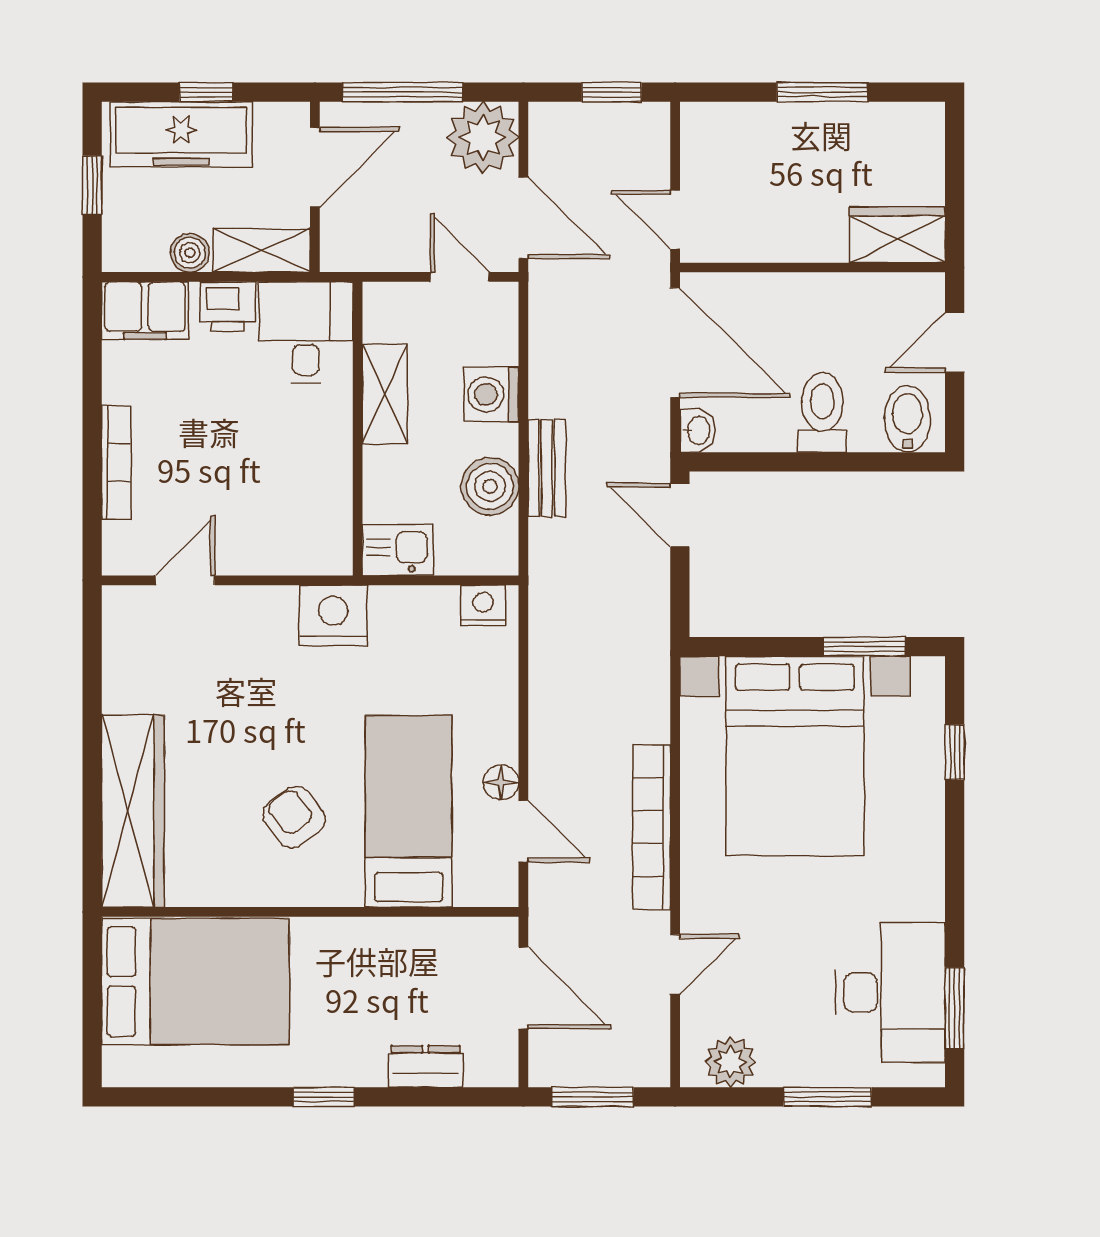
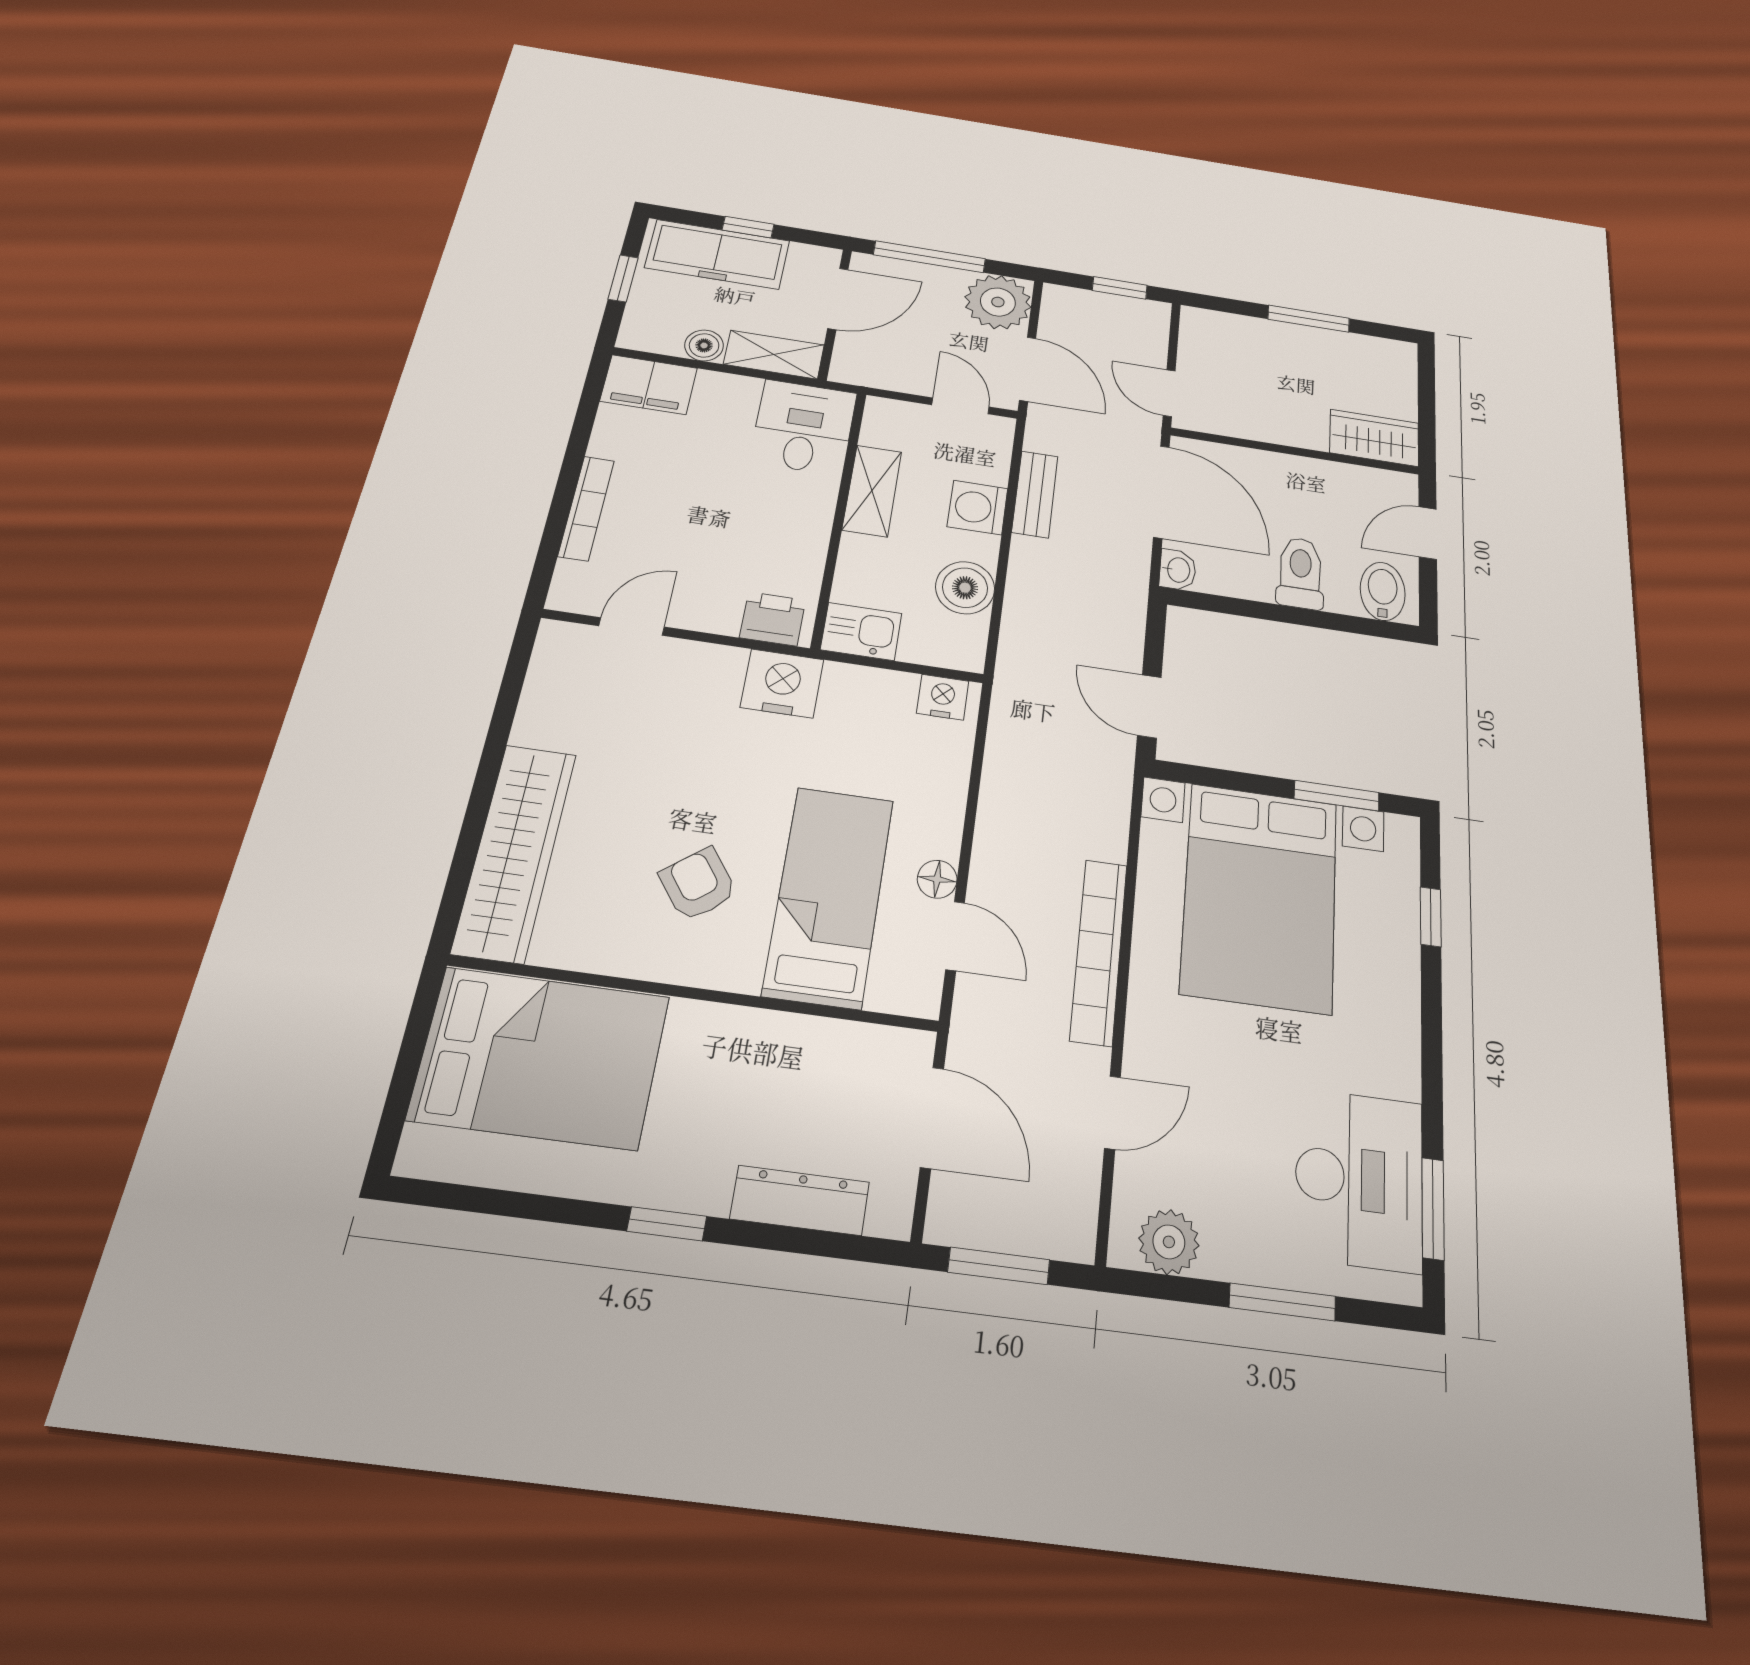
printer: (228, 307) -> (773, 619), moved, turned 180
bench: (547, 468) -> (1035, 494), moved
door: (680, 515) -> (1149, 706), moved
dresser: (426, 1066) -> (800, 1200), width x1.44

